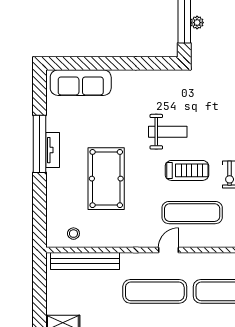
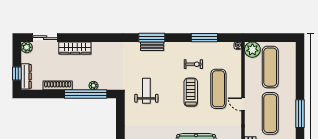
weight bench: (168, 132) -> (146, 91), moved

